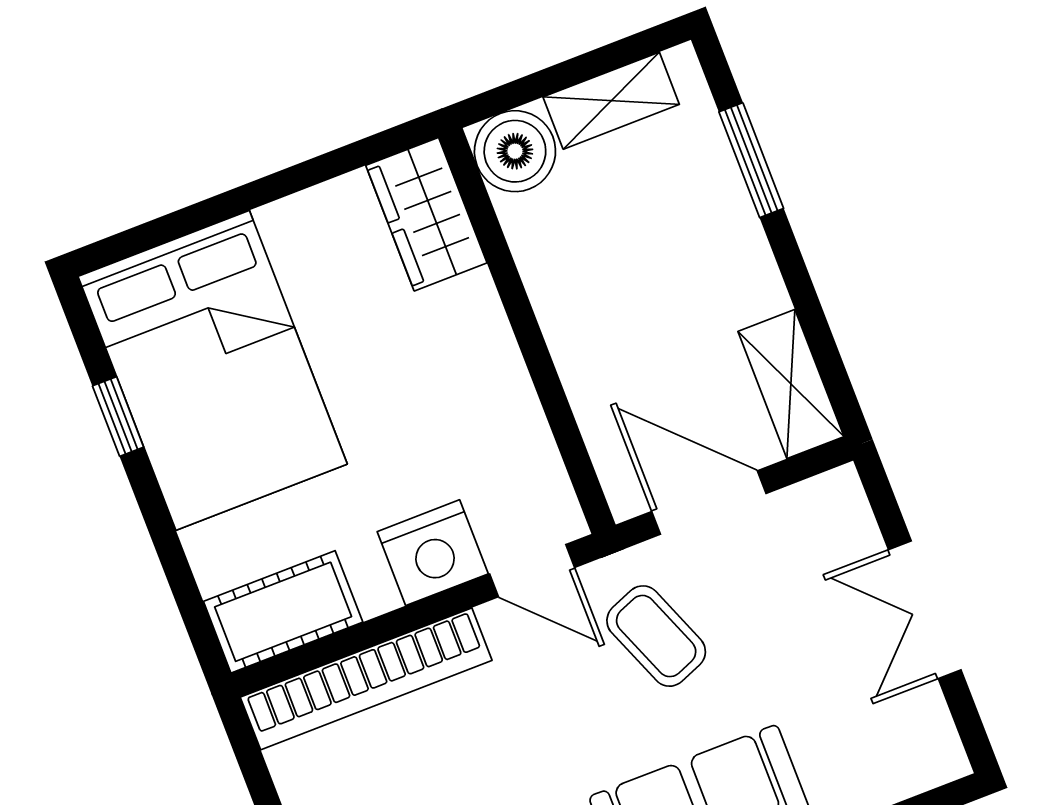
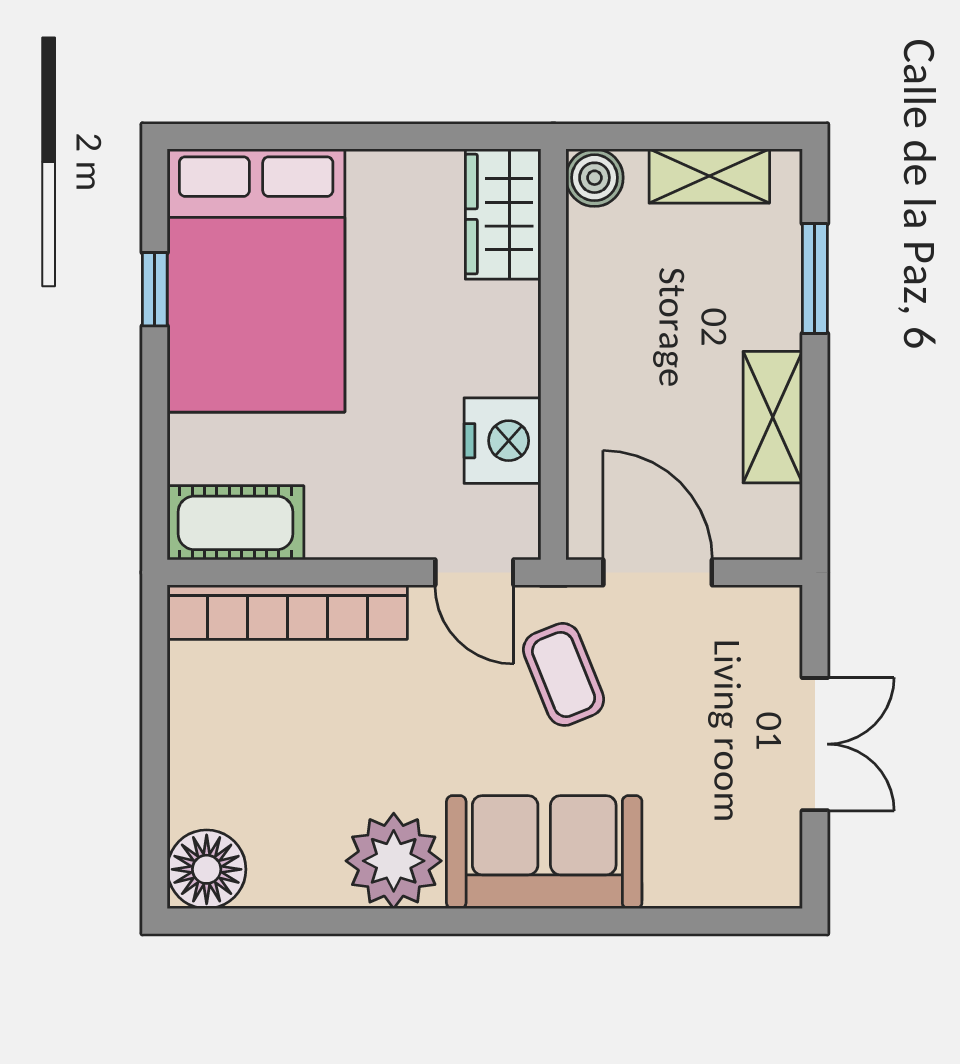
boiler: (515, 151) -> (594, 178), width x0.73, depth x0.73
shelving: (791, 384) -> (773, 417), moved
nightstand: (433, 553) -> (502, 441), moved, turned -90
double door: (925, 610) -> (815, 744), swing flipped

